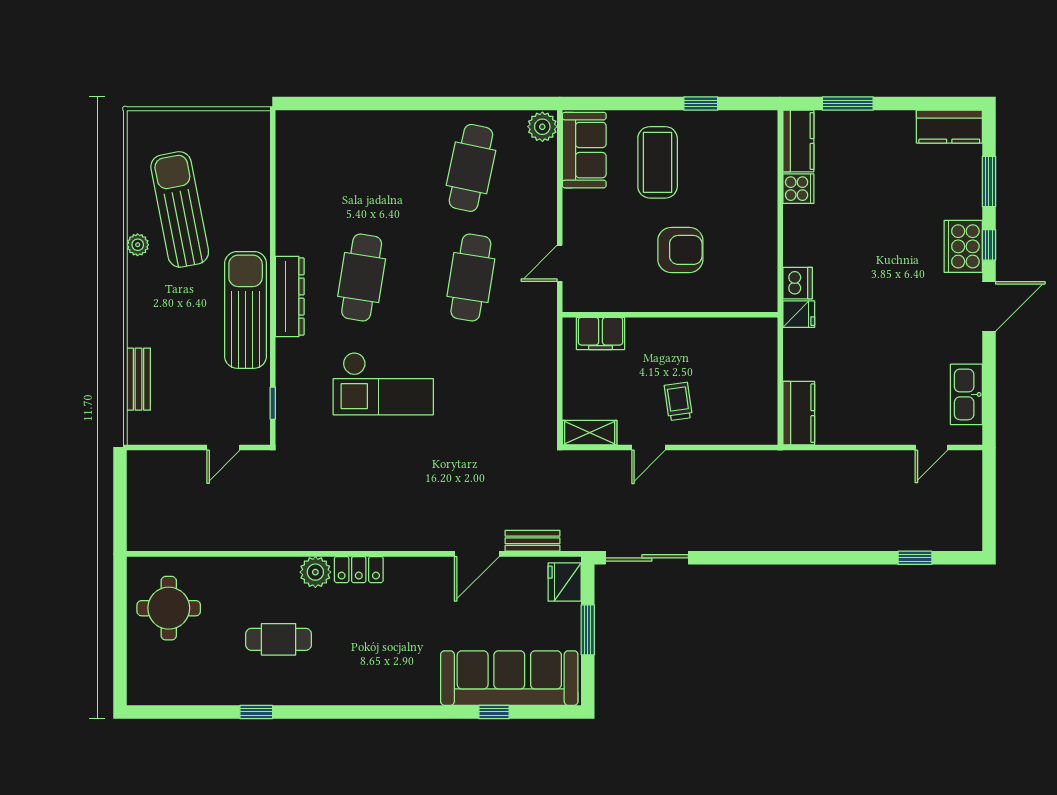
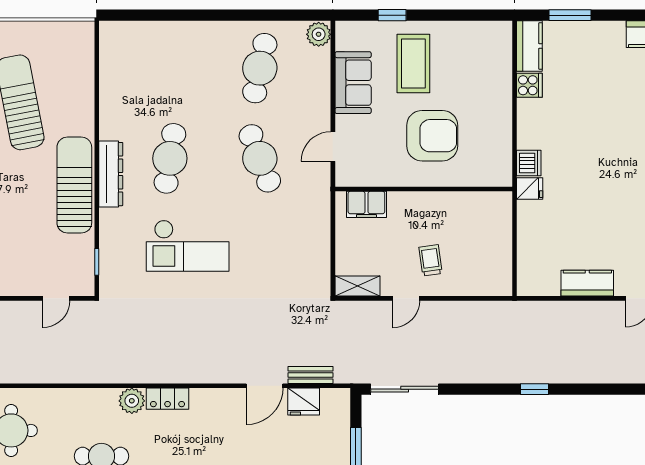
window: (701, 103) -> (392, 15), moved
sofa: (584, 150) -> (353, 83), moved
armchair: (680, 250) -> (432, 136), width x1.36, depth x1.36
cafe table: (471, 278) -> (260, 158), turned -30
kitchen counter: (799, 413) -> (587, 283), moved, turned -90
window: (915, 558) -> (534, 389), moved
fridge: (565, 582) -> (304, 402), moved, turned -90

